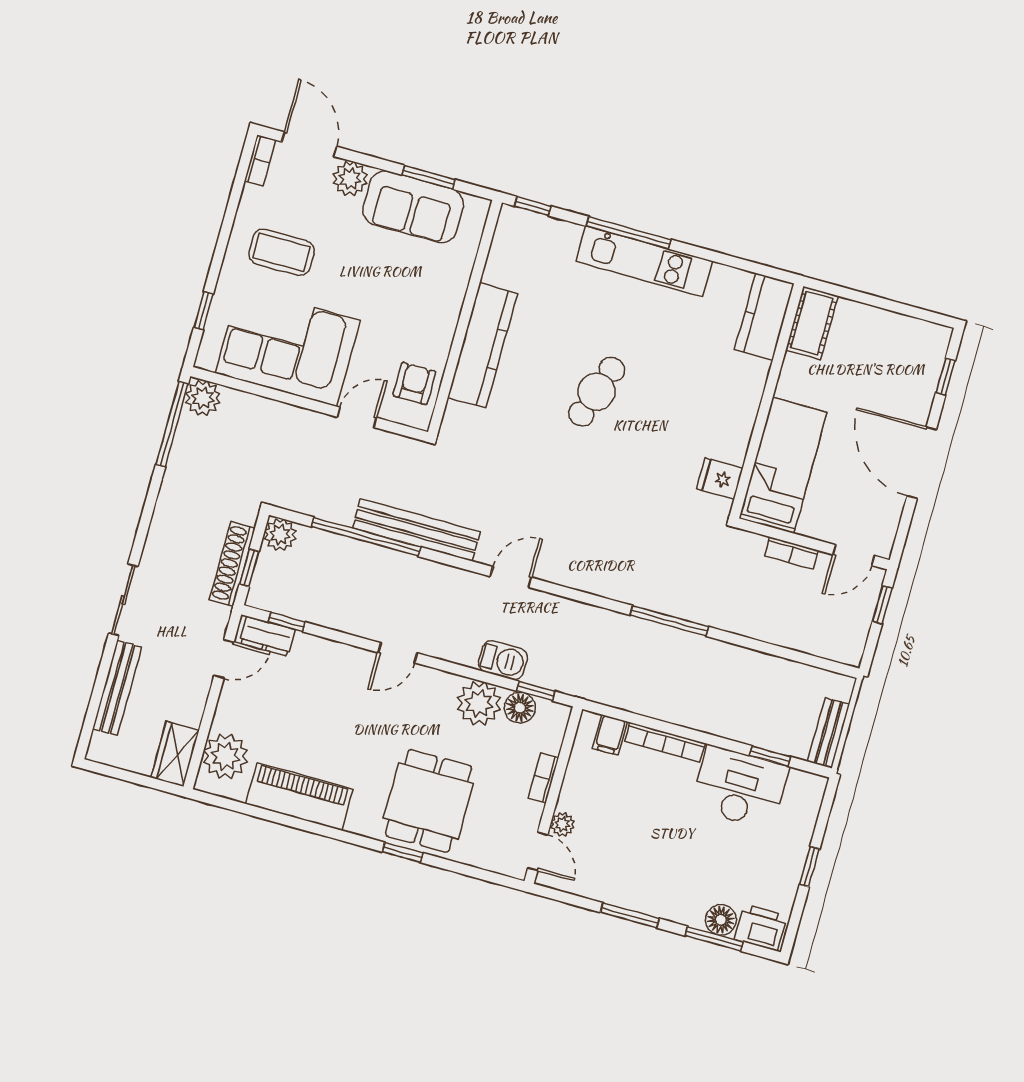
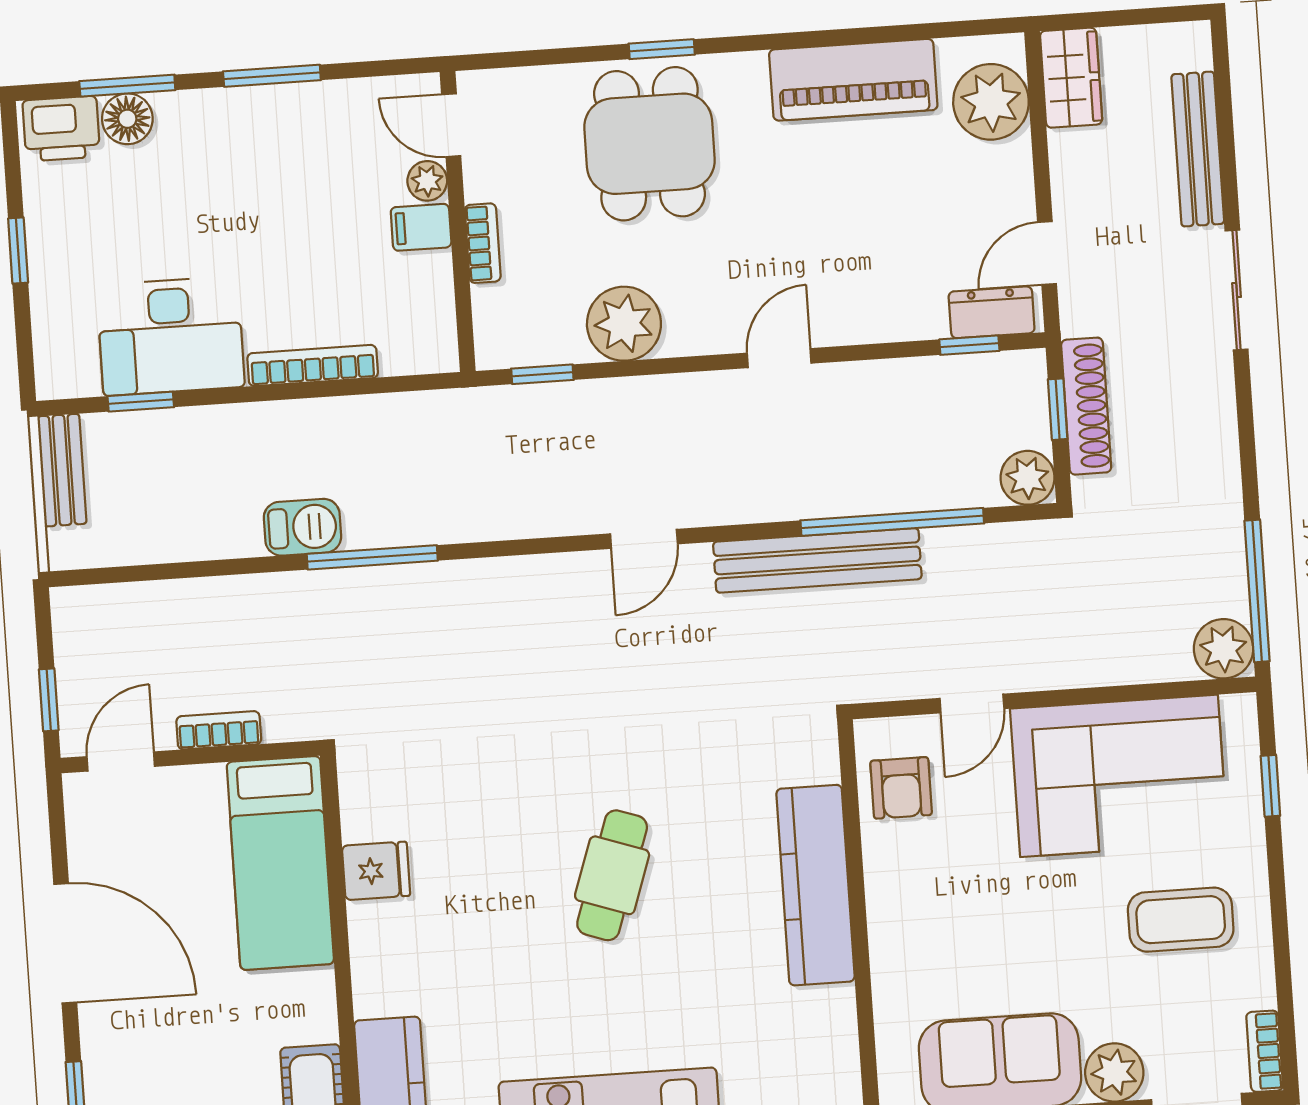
fridge: (720, 479) -> (376, 871), moved
barbecue: (503, 660) -> (302, 527), moved, turned 180
floor lamp: (520, 708) -> (558, 340), removed
filing cabinet: (610, 735) -> (421, 227), moved, turned -90

